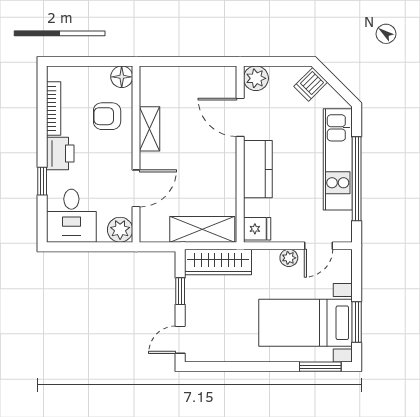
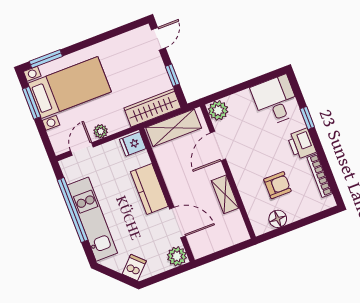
shelving: (149, 129) -> (225, 194), moved
wall: (136, 154) -> (228, 172), moved
door: (136, 188) -> (218, 146), moved
plant: (120, 230) -> (218, 110), moved

